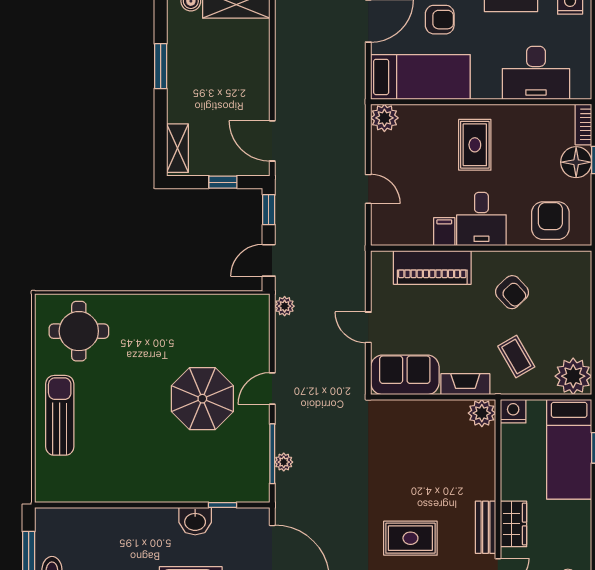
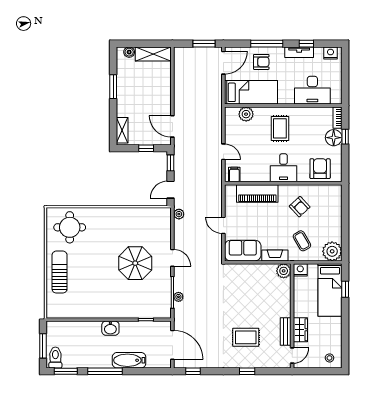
plant: (384, 118) -> (246, 114), moved
filing cabinet: (444, 232) -> (234, 175), moved
door: (272, 389) -> (172, 258), swing flipped
washbasin: (195, 521) -> (110, 328), moved

